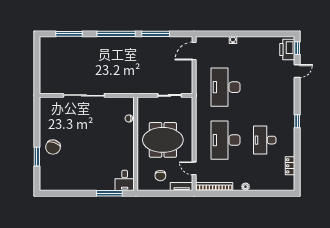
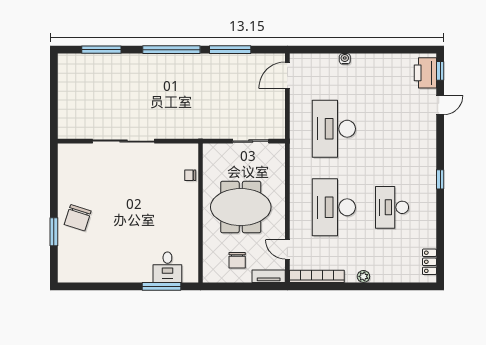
locker: (290, 166) -> (429, 262), moved
desk: (125, 180) -> (167, 267), moved

